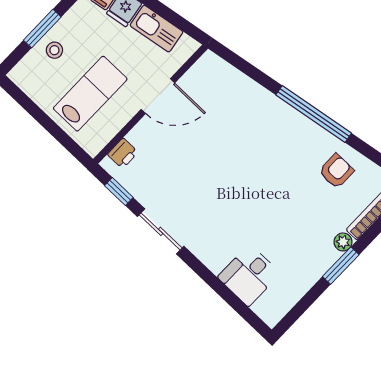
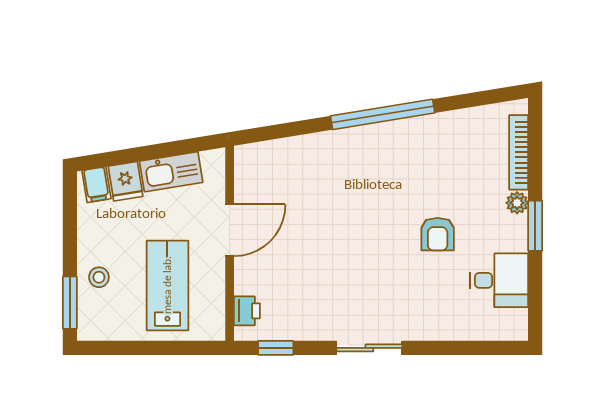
window: (42, 29) -> (70, 303), moved
armchair: (336, 171) -> (438, 234), moved, turned 180
sliding door: (161, 231) -> (369, 348), moved
desk: (249, 275) -> (499, 280), moved, turned -90

